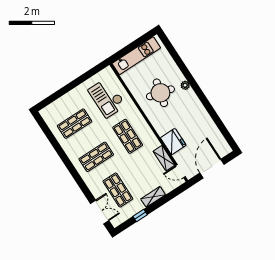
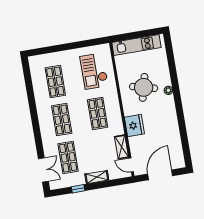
shop shelf: (75, 124) -> (55, 82), turned 90
fridge: (173, 142) -> (134, 125), moved
shop shelf: (96, 157) -> (62, 120), turned 90

